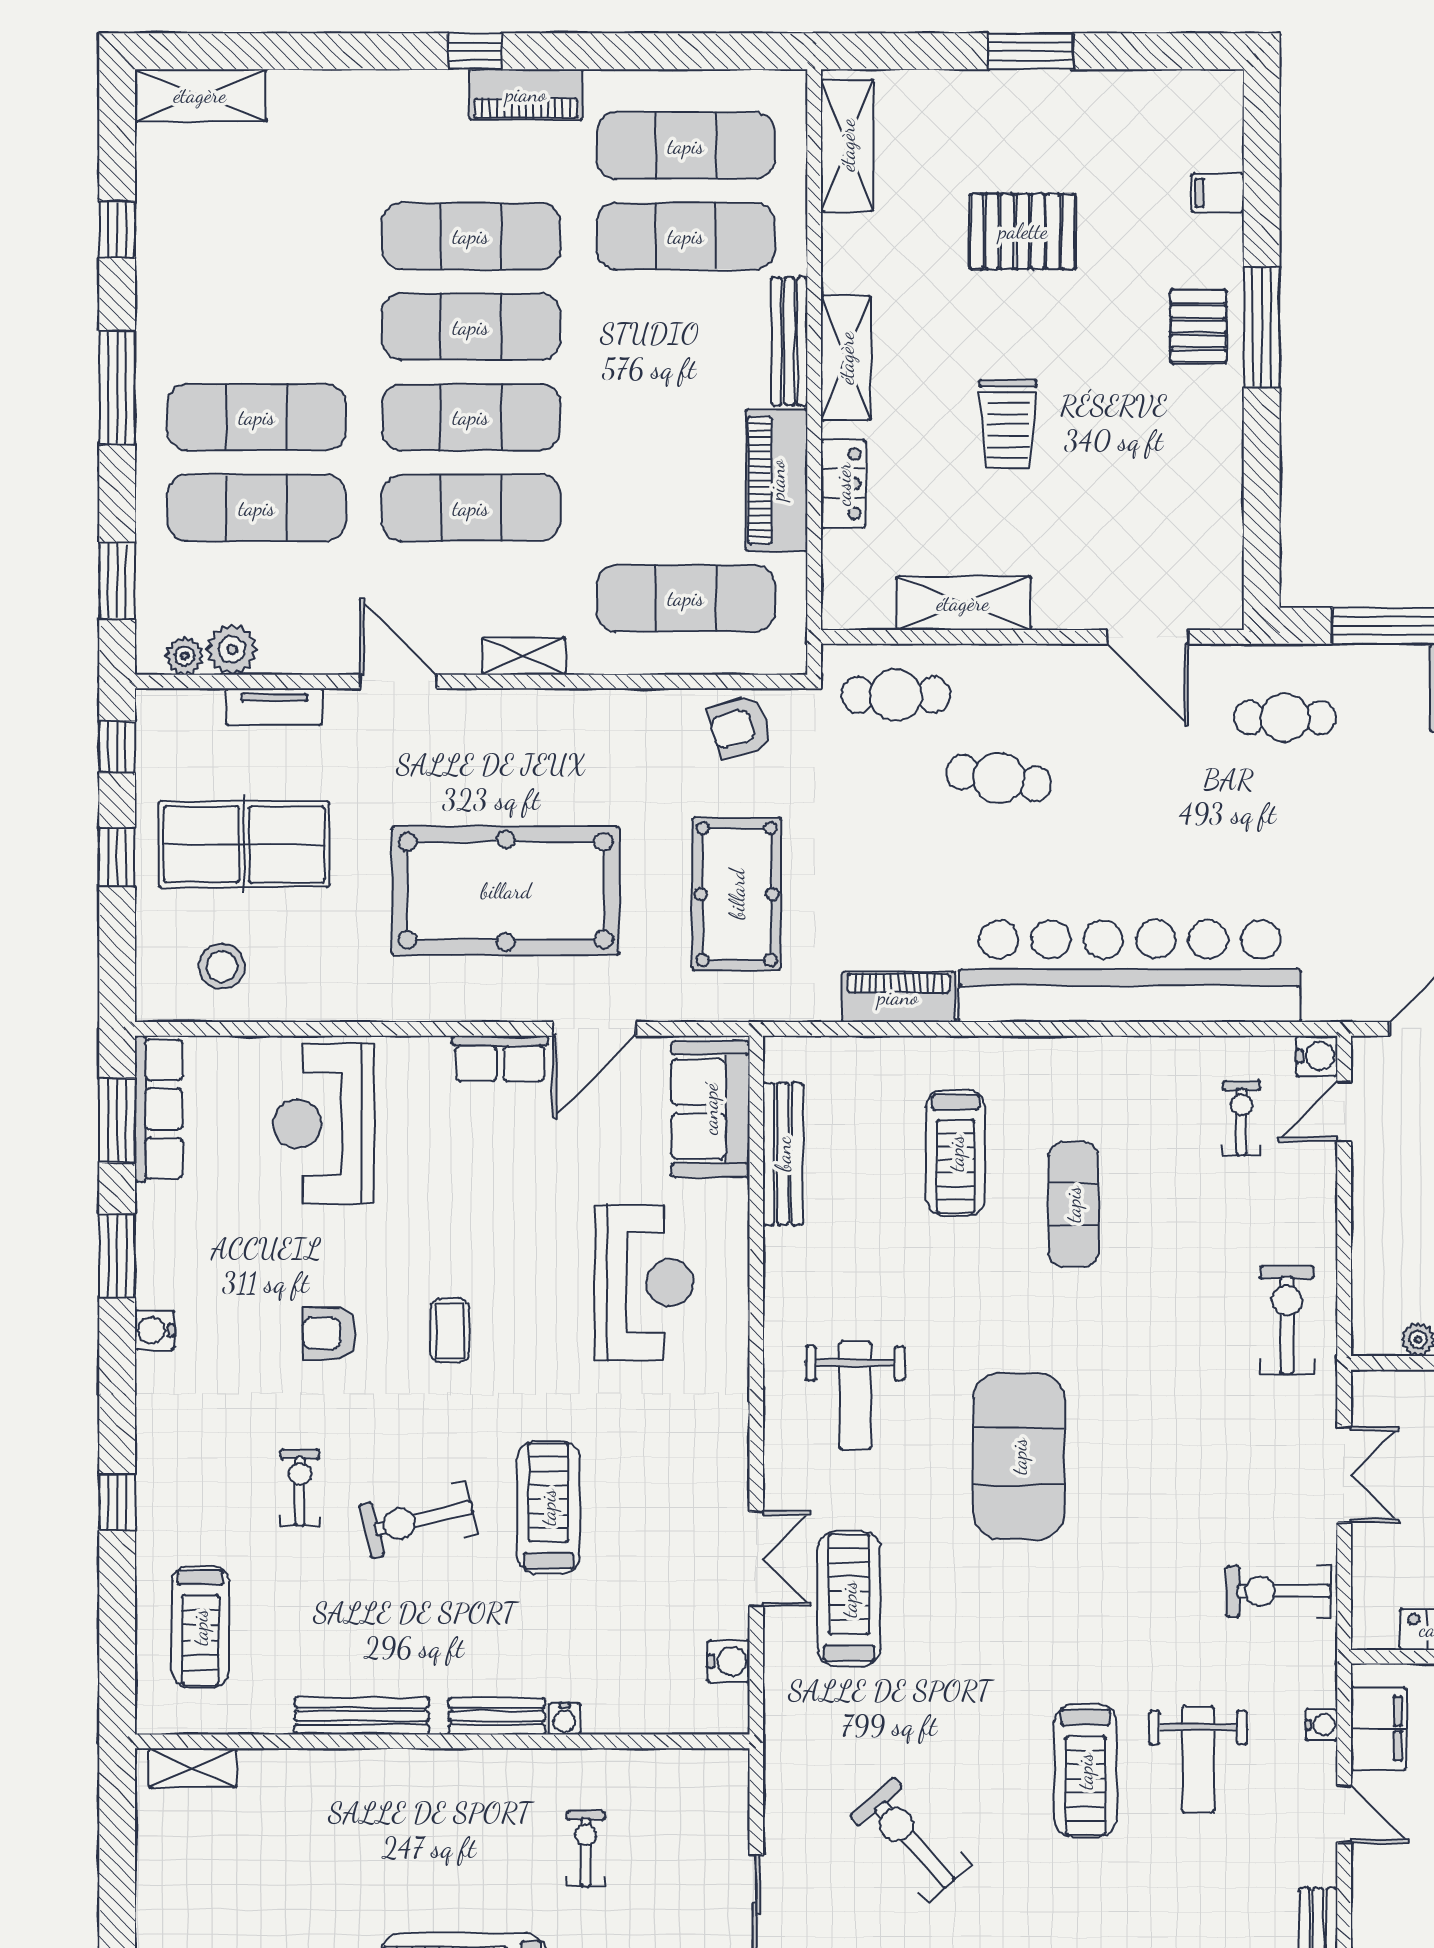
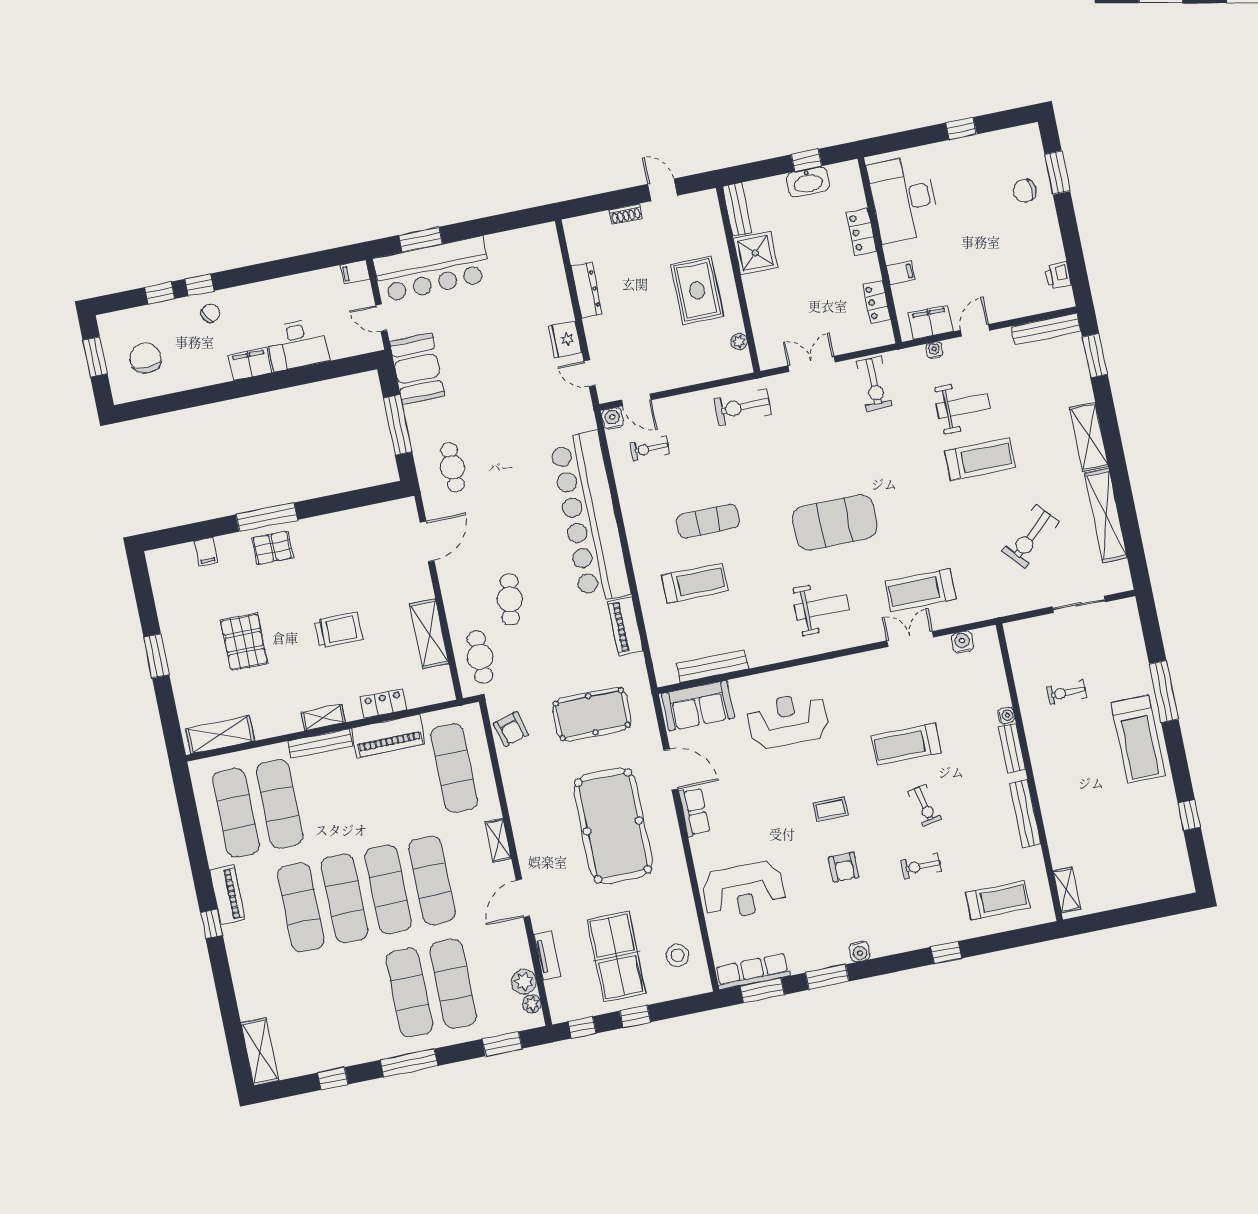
shelving: (846, 358) -> (323, 718), width x0.67, depth x0.75
exercise bike: (419, 1519) -> (925, 806), width x0.73, depth x0.72

